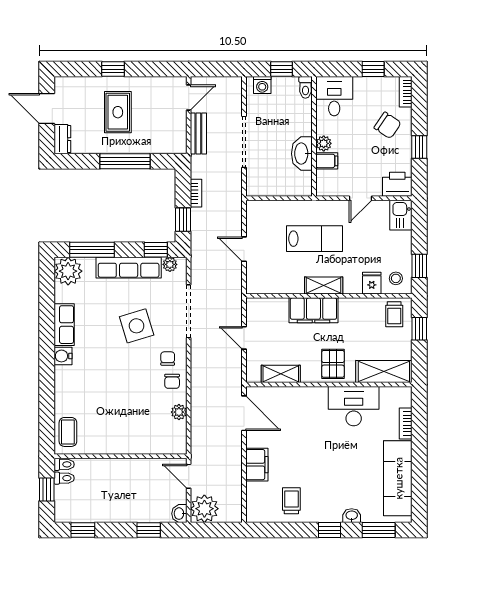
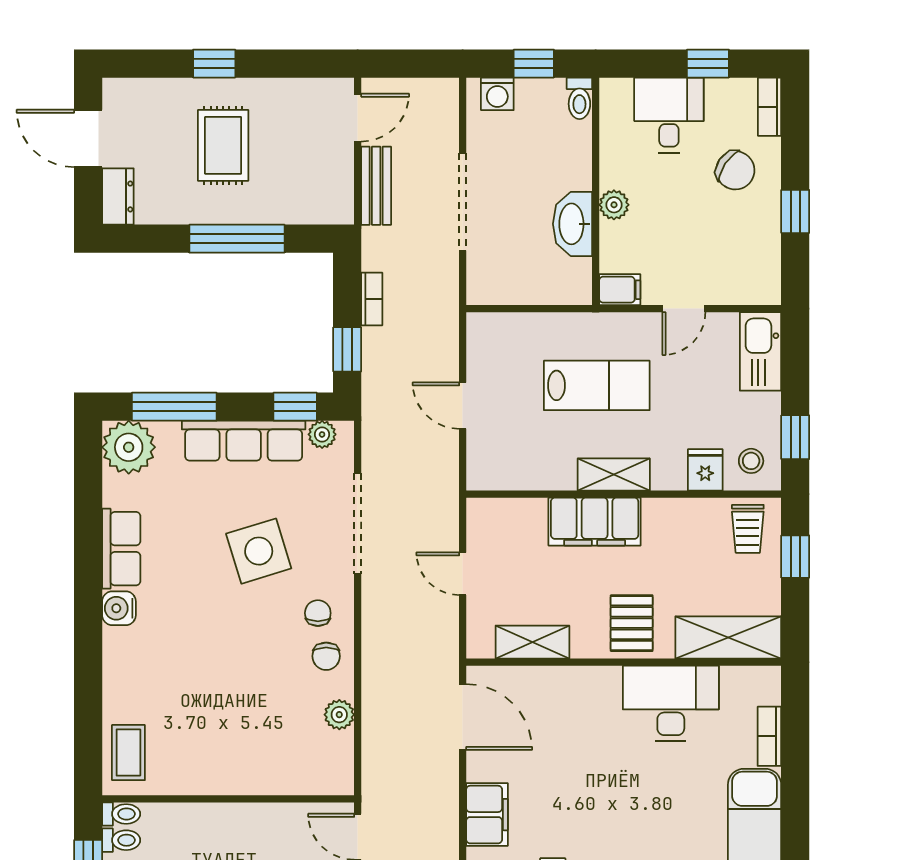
desk: (334, 96) -> (669, 115), moved
filing cabinet: (327, 161) -> (620, 290), moved
printer: (397, 184) -> (754, 282), removed
kitchen sink: (401, 215) -> (761, 351), width x1.38

